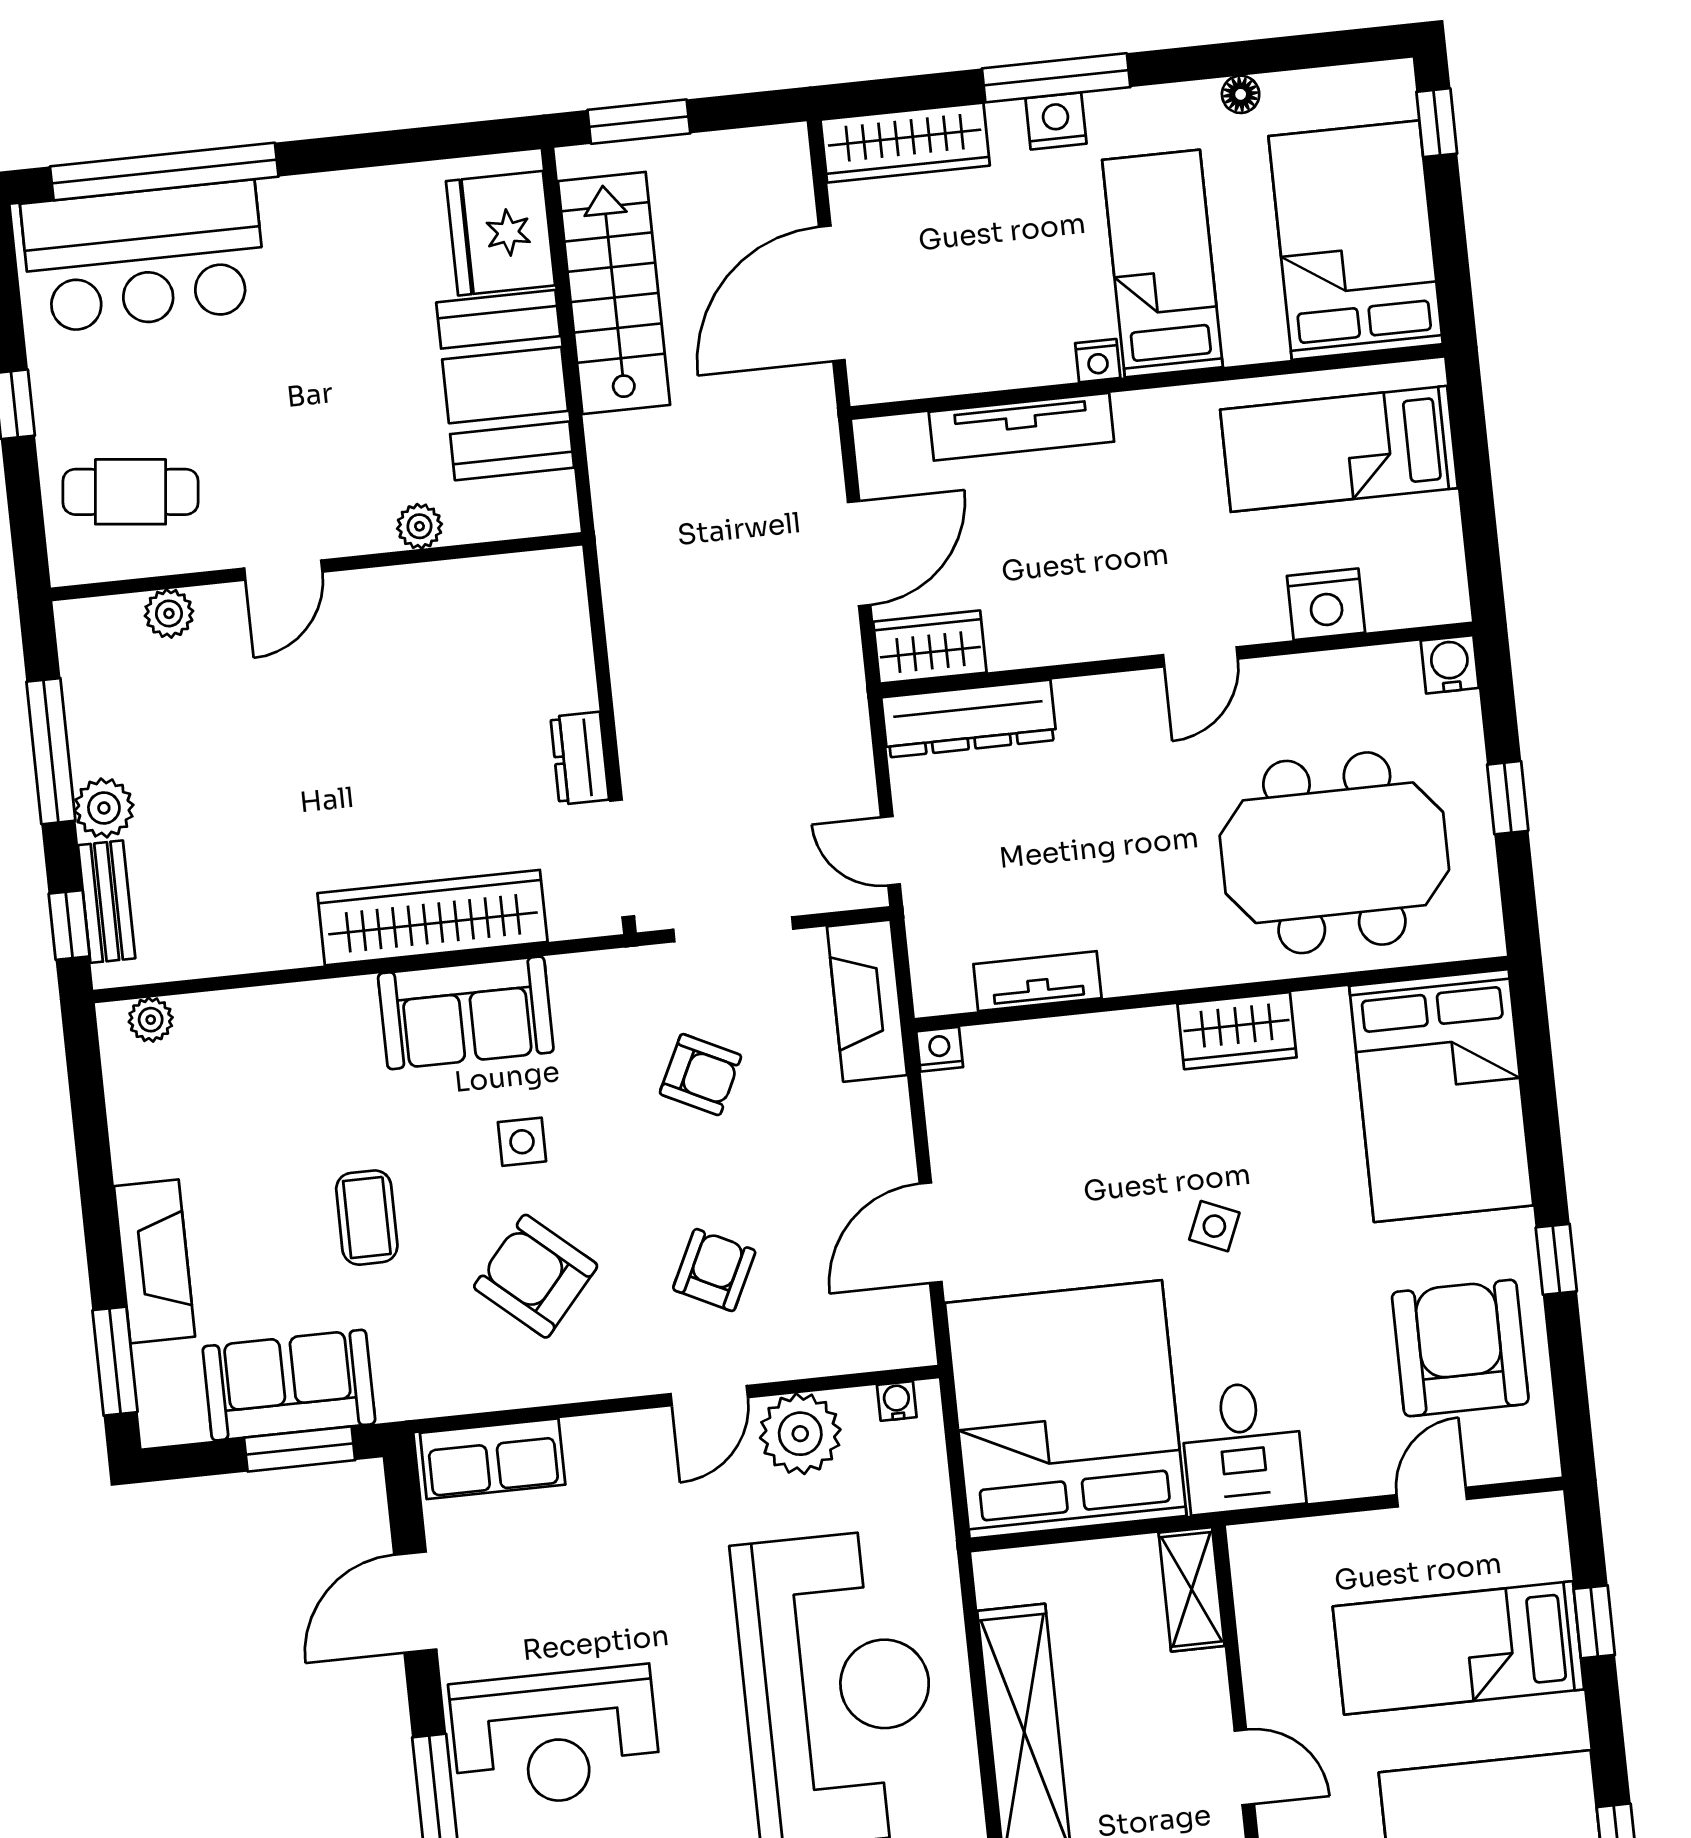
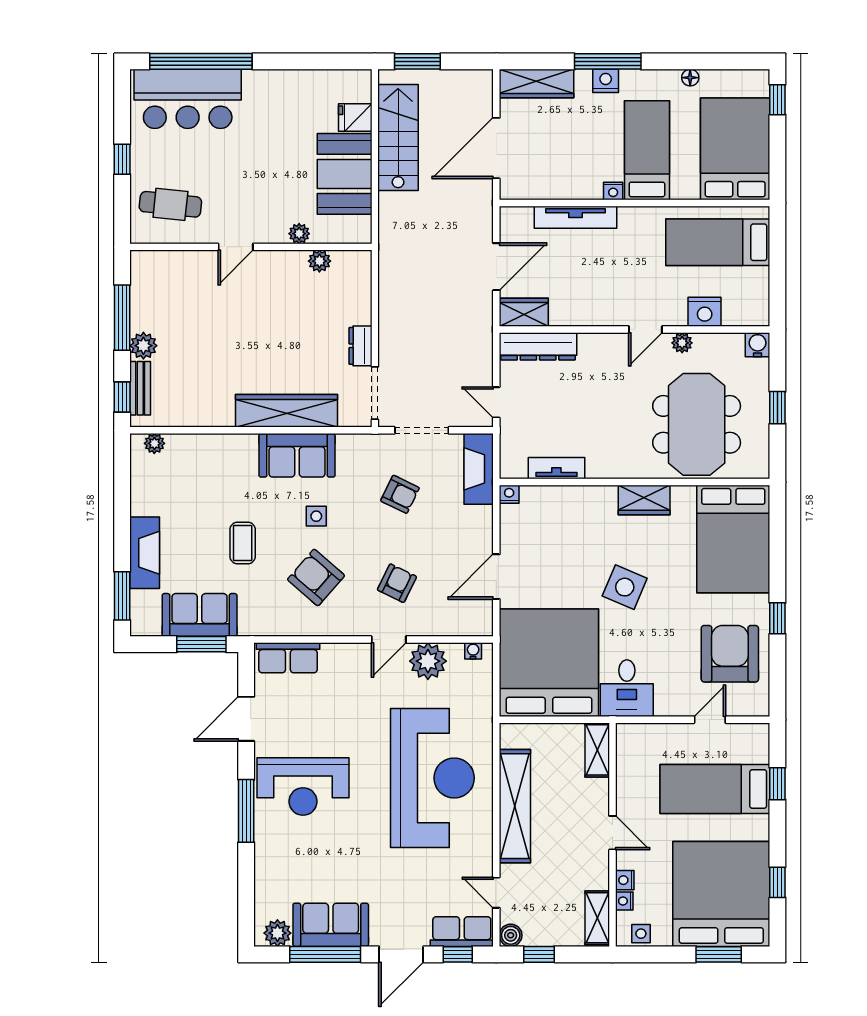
fridge: (500, 233) -> (355, 117), width x0.53, depth x0.75
plant: (169, 613) -> (319, 261), moved
plant: (1284, 677) -> (682, 343), added
meeting table: (1334, 853) -> (697, 424), turned 90
side table: (1214, 1226) -> (625, 587), width x1.87, depth x1.87

